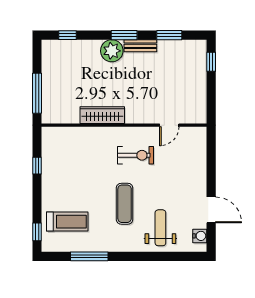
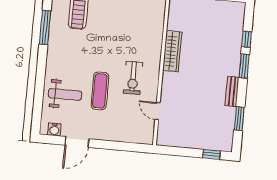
window: (67, 35) -> (247, 39), moved
window: (124, 35) -> (244, 66), moved
plant: (112, 51) -> (230, 65), removed
exercise mat: (125, 204) -> (100, 91), moved, turned 90

